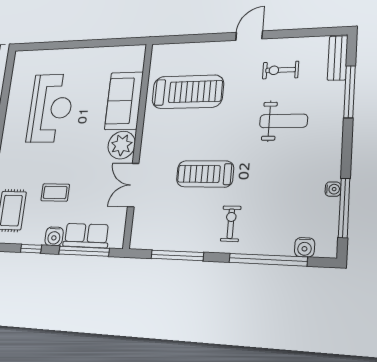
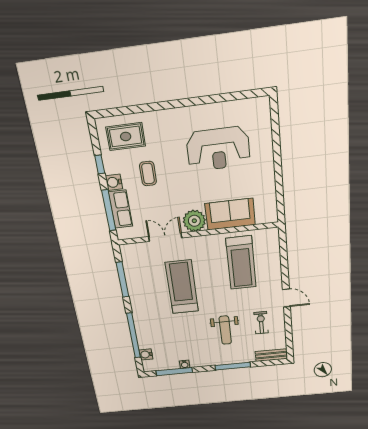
window: (350, 92) -> (233, 366), moved
treadmill: (205, 174) -> (182, 287), width x1.37, depth x1.38
exercise bike: (231, 224) -> (151, 310), removed

